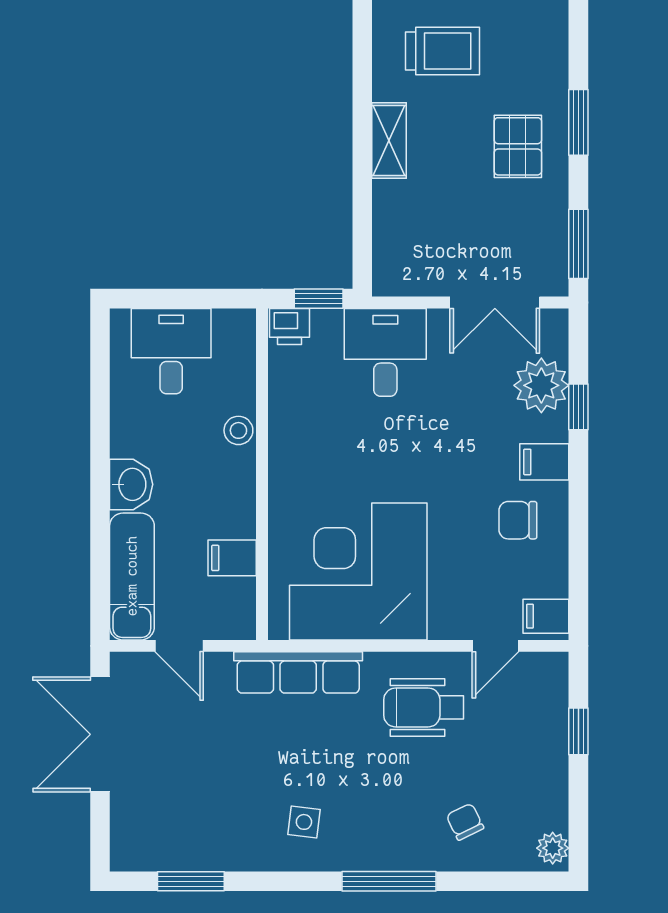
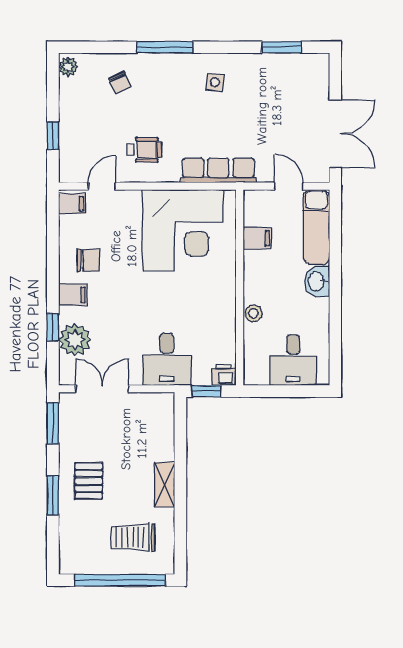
wheelchair: (424, 707) -> (144, 150), width x0.73, depth x0.73

